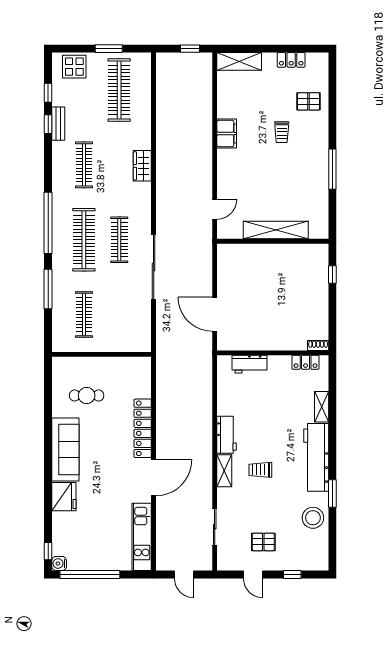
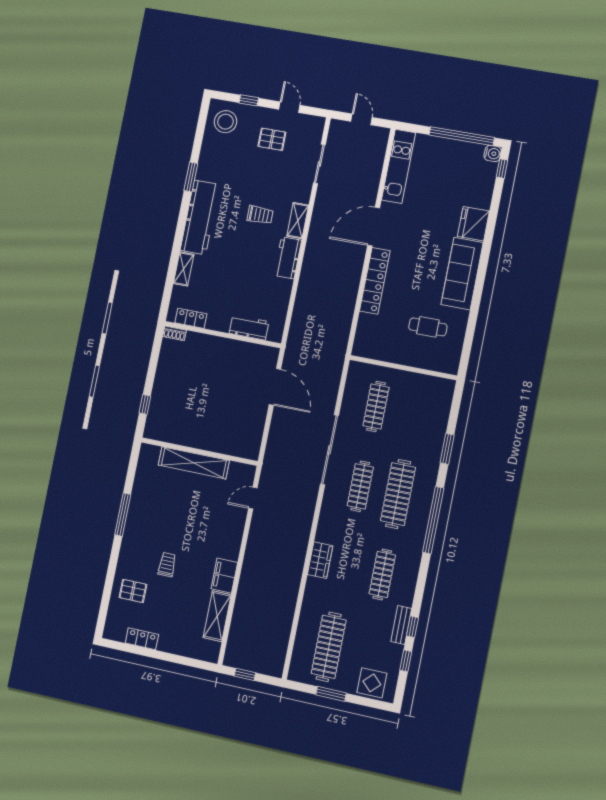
shelving: (239, 61) -> (217, 616), moved, turned 90
window: (48, 289) -> (447, 449), width x0.69
clothes rail: (84, 315) -> (376, 406), moved
stool: (313, 518) -> (225, 122), moved

